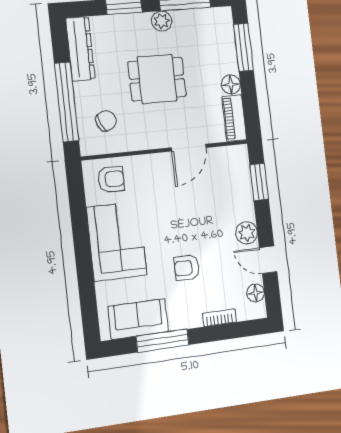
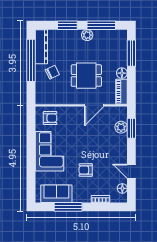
dining table: (157, 79) -> (86, 76), moved
window: (67, 102) -> (31, 60), moved
chair: (106, 121) -> (52, 72), moved
plant: (247, 233) -> (121, 127), moved

